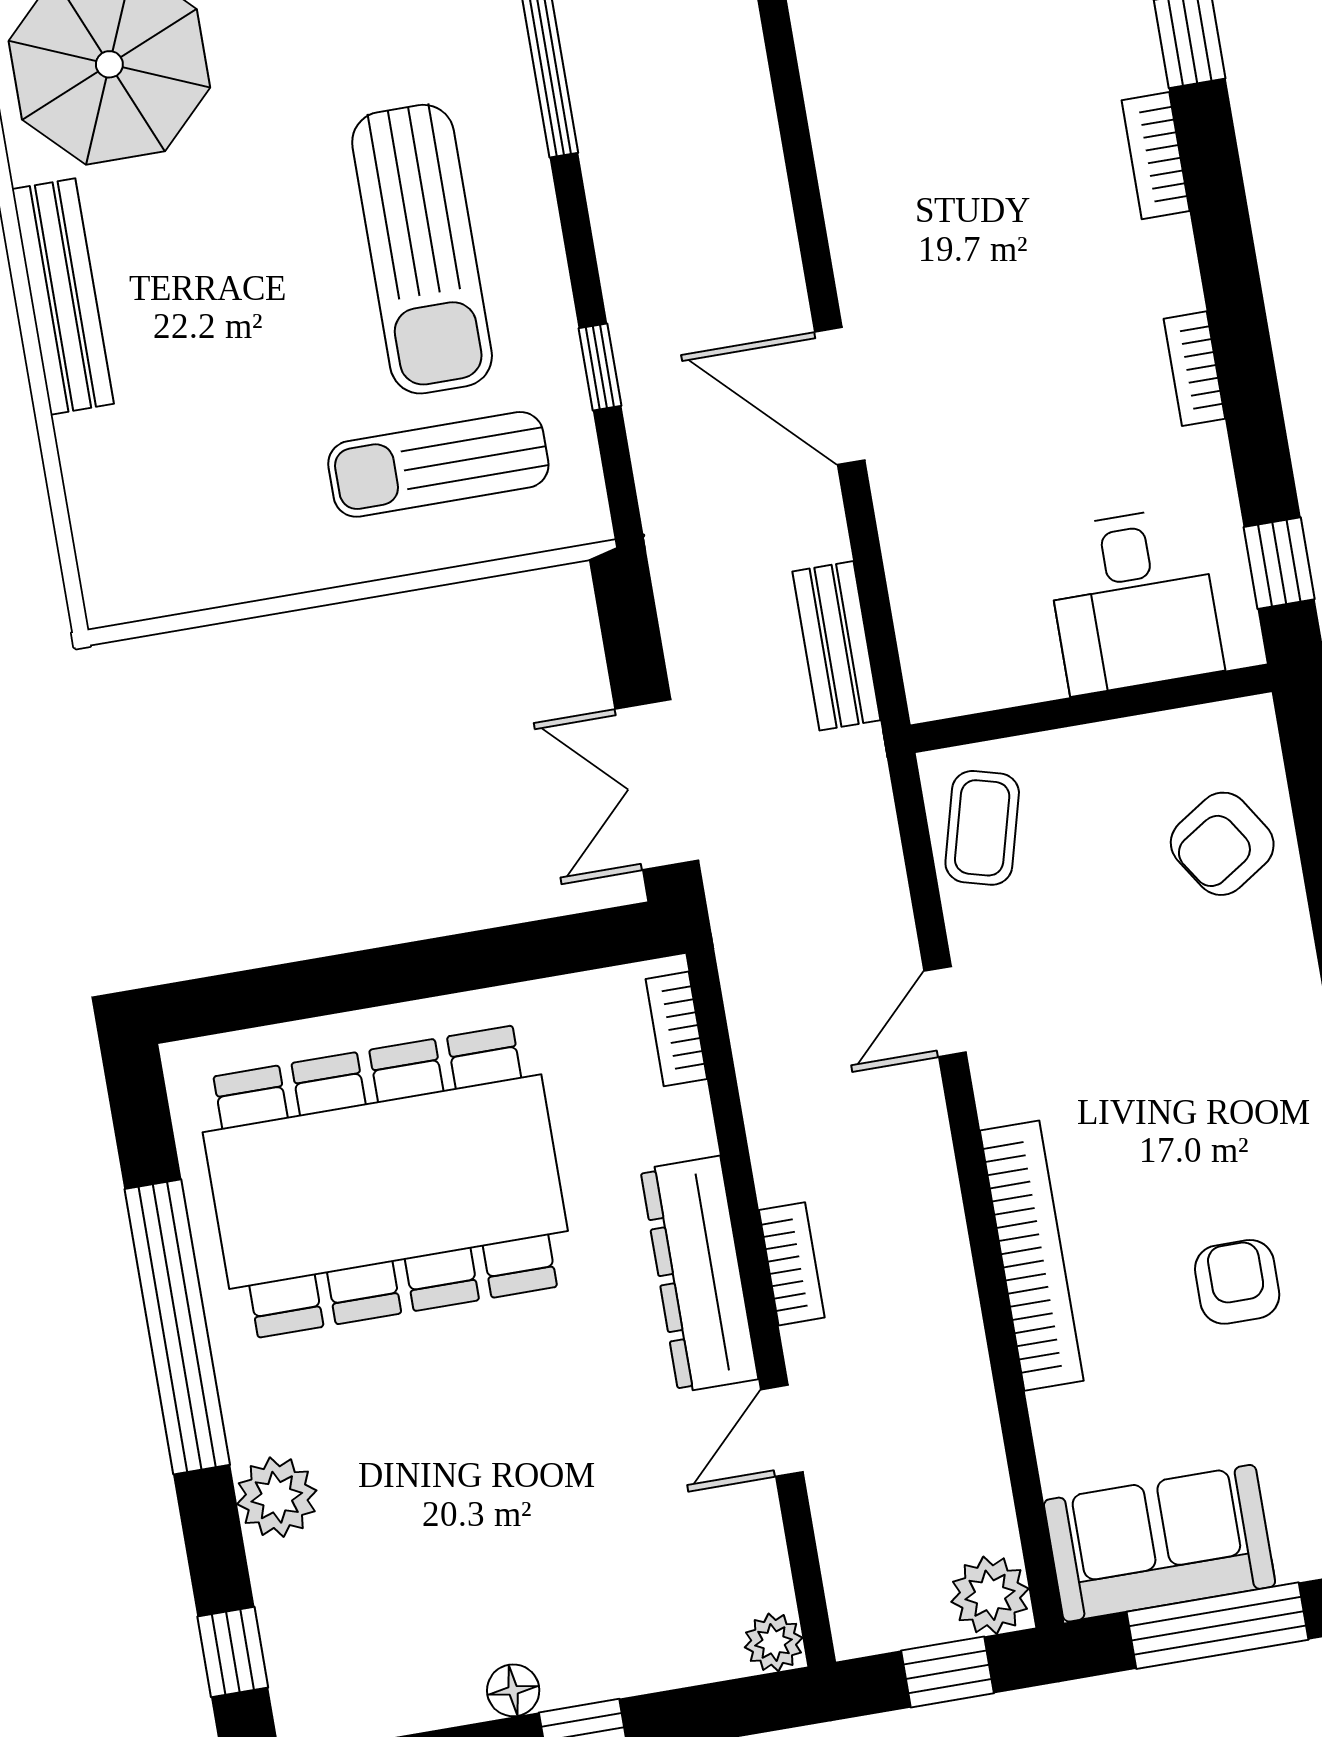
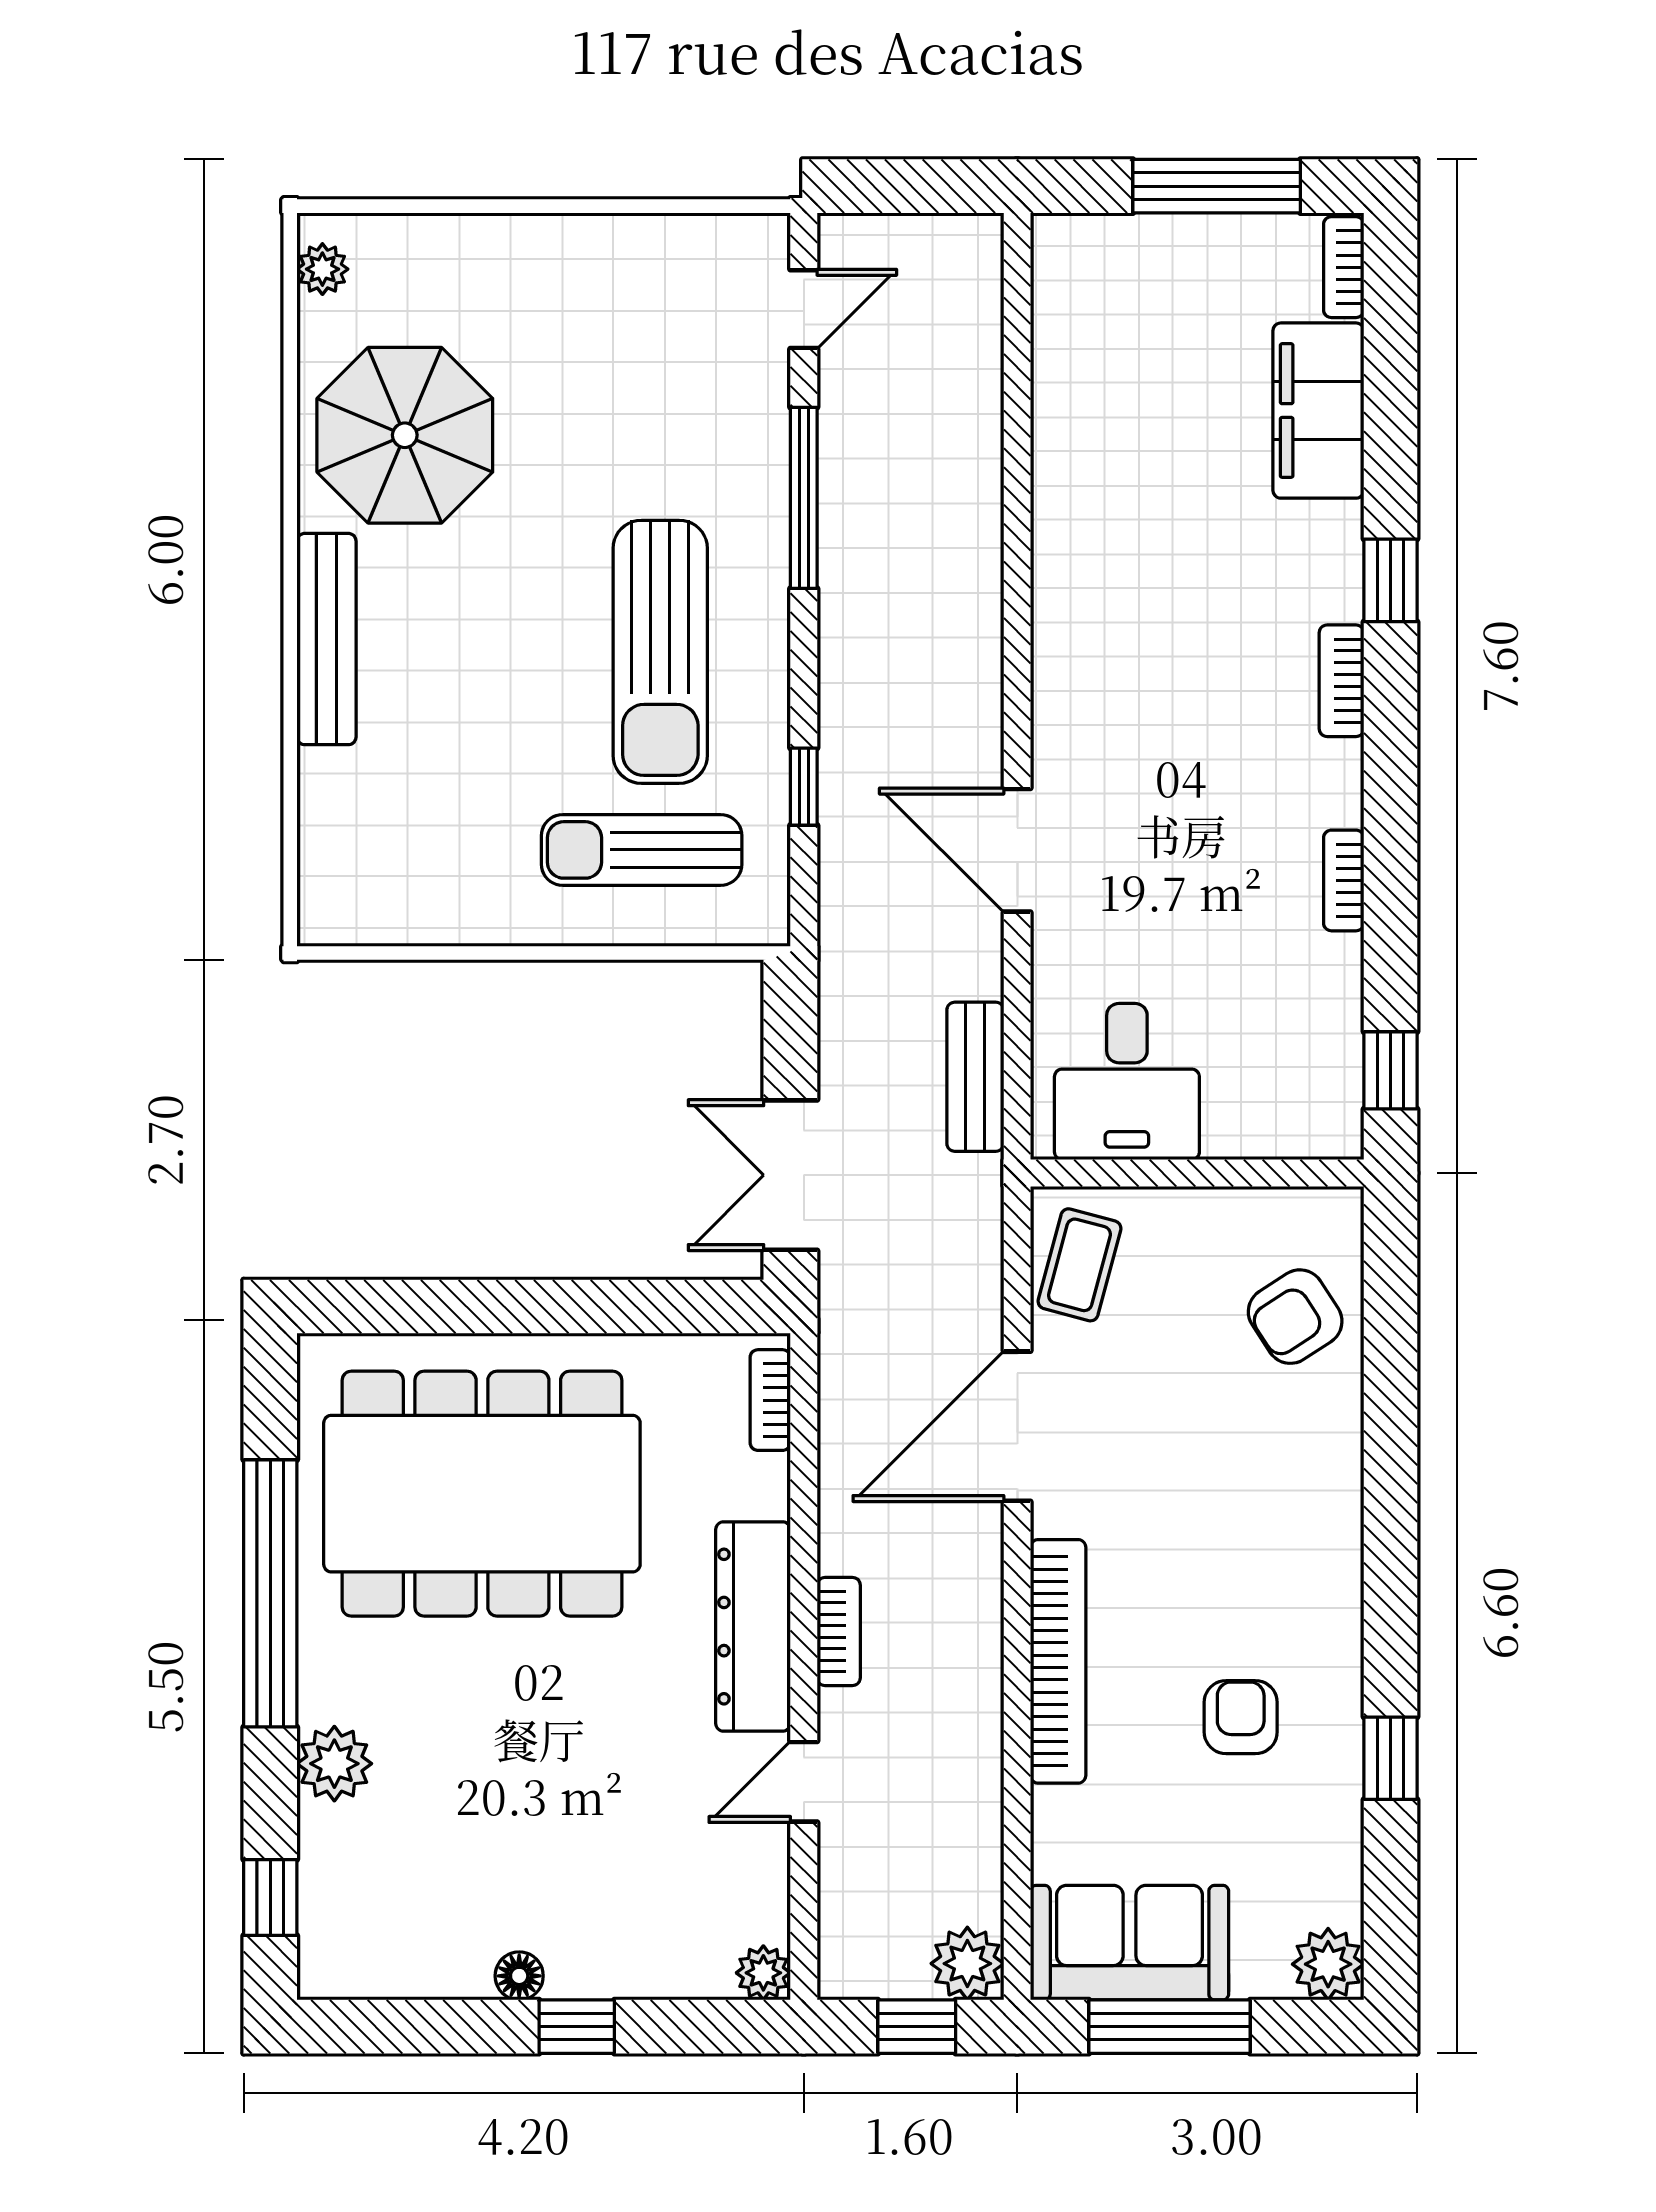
desk: (1134, 600) -> (1127, 1082), moved
door: (945, 1012) -> (1017, 1426), width x1.87

